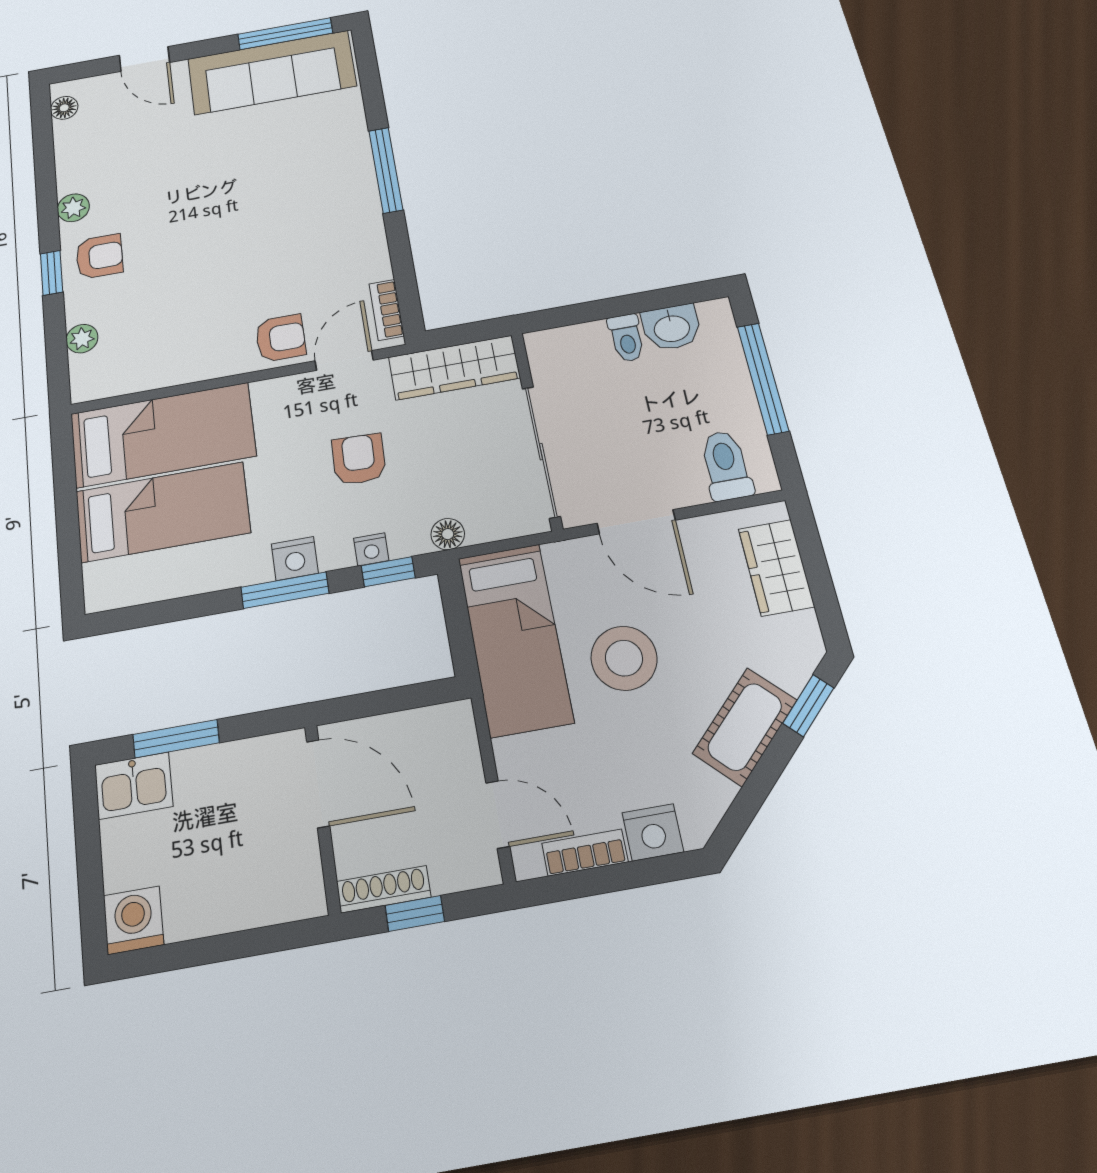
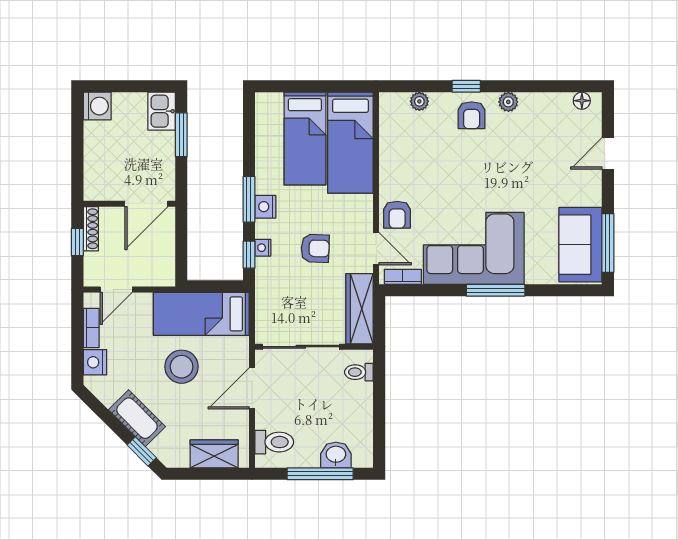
sofa: (272, 72) -> (580, 245), width x0.73
corner sofa: (321, 214) -> (474, 248), added
washbasin: (672, 327) -> (336, 455), moved, turned 90
toilet: (626, 338) -> (359, 372), moved
floor lamp: (448, 534) -> (264, 289), removed

